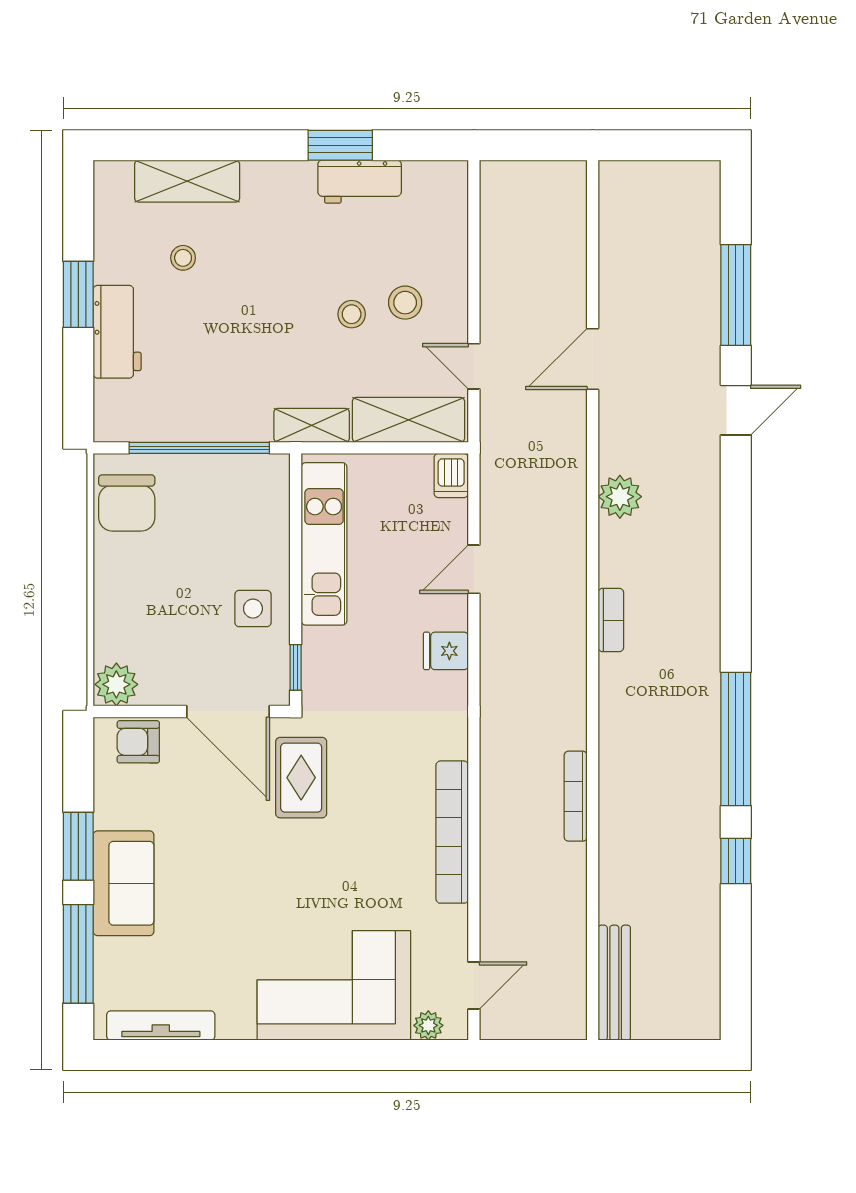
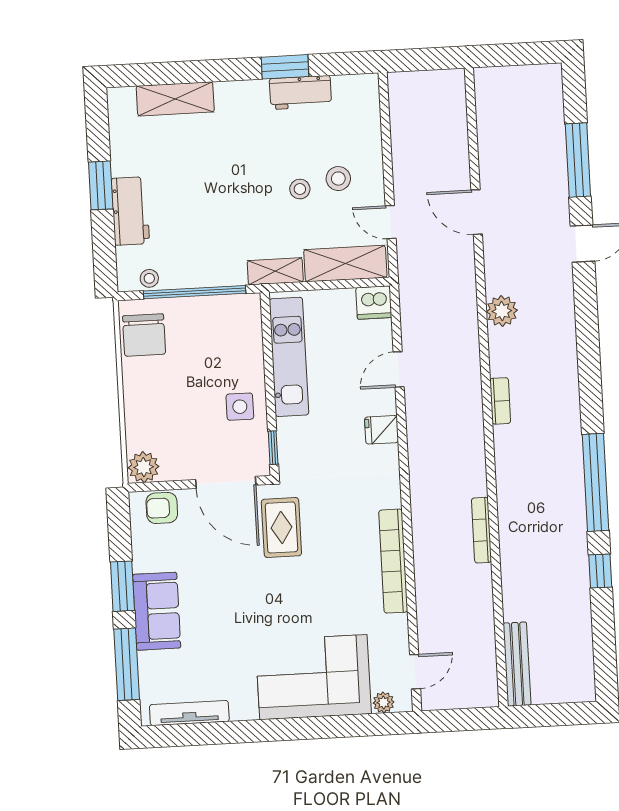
stool: (183, 258) -> (149, 278), moved
door: (593, 359) -> (477, 212), hinge flipped
dishwasher: (451, 476) -> (374, 303), width x1.38

